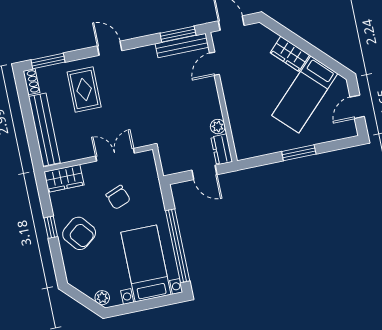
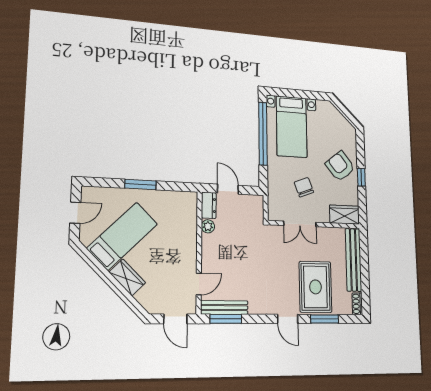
window: (48, 61) -> (325, 319), moved
rug: (84, 90) -> (315, 287), width x1.36, depth x1.43
plant: (102, 298) -> (331, 110), removed

